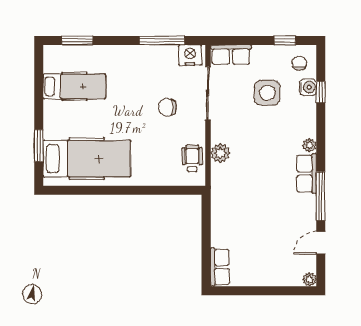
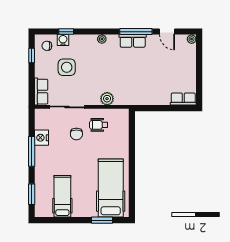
window: (162, 40) -> (32, 151), moved
nightstand: (190, 55) -> (42, 138), moved
wheelchair: (192, 158) -> (99, 125), moved
row of seats: (307, 174) -> (133, 41), moved

